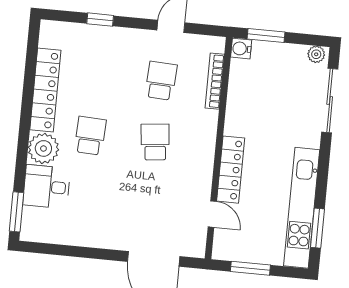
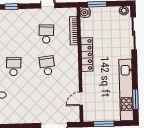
locker: (231, 170) -> (87, 55), moved
door: (212, 214) -> (81, 99), swing flipped

